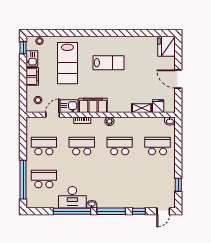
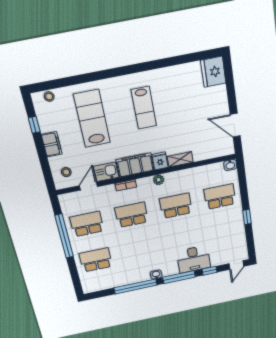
window: (23, 48) -> (34, 125), moved
kitchen sink: (32, 59) -> (45, 122), removed
lab bench: (67, 63) -> (92, 119), turned 180
lab bench: (109, 63) -> (144, 108), turned 90
door: (178, 79) -> (235, 125), moved
fridge: (158, 106) -> (160, 161), moved
shelving: (142, 108) -> (180, 159), moved
window: (23, 180) -> (64, 236), moved
window: (178, 185) -> (247, 217), moved
desk: (72, 197) -> (194, 259), moved

